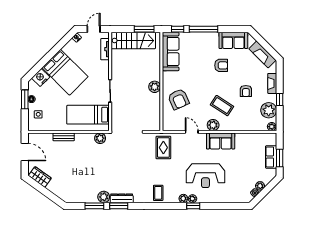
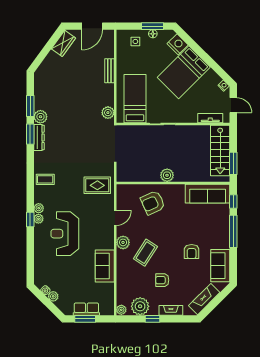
sofa: (221, 141) -> (105, 266), moved

